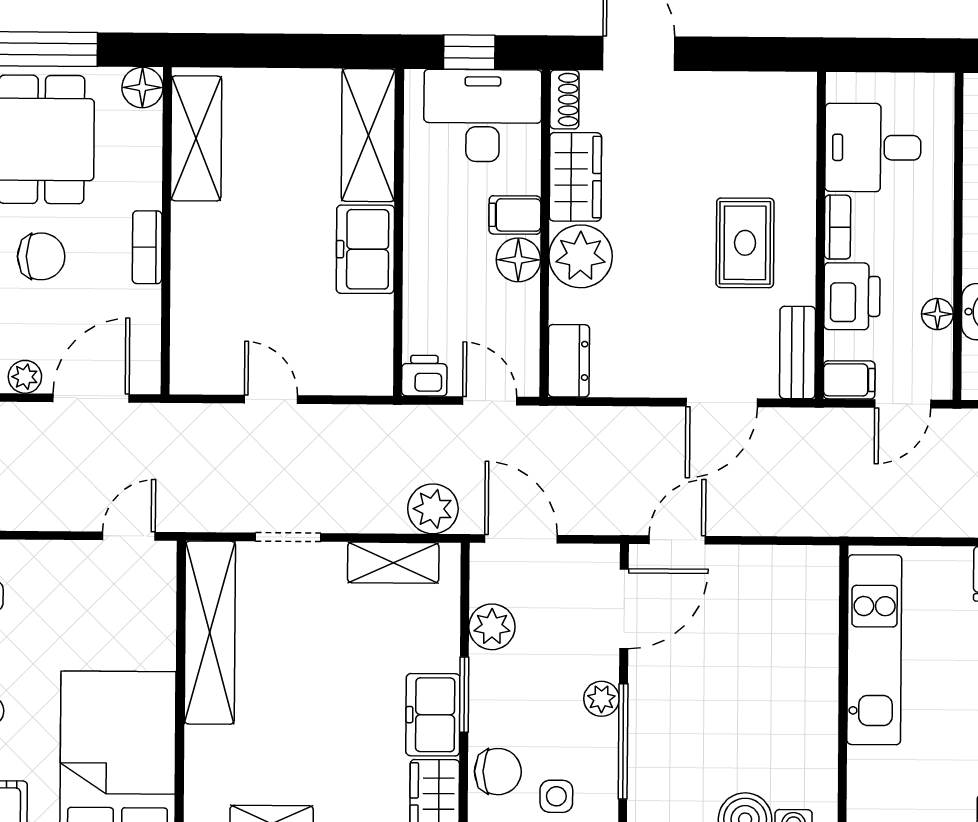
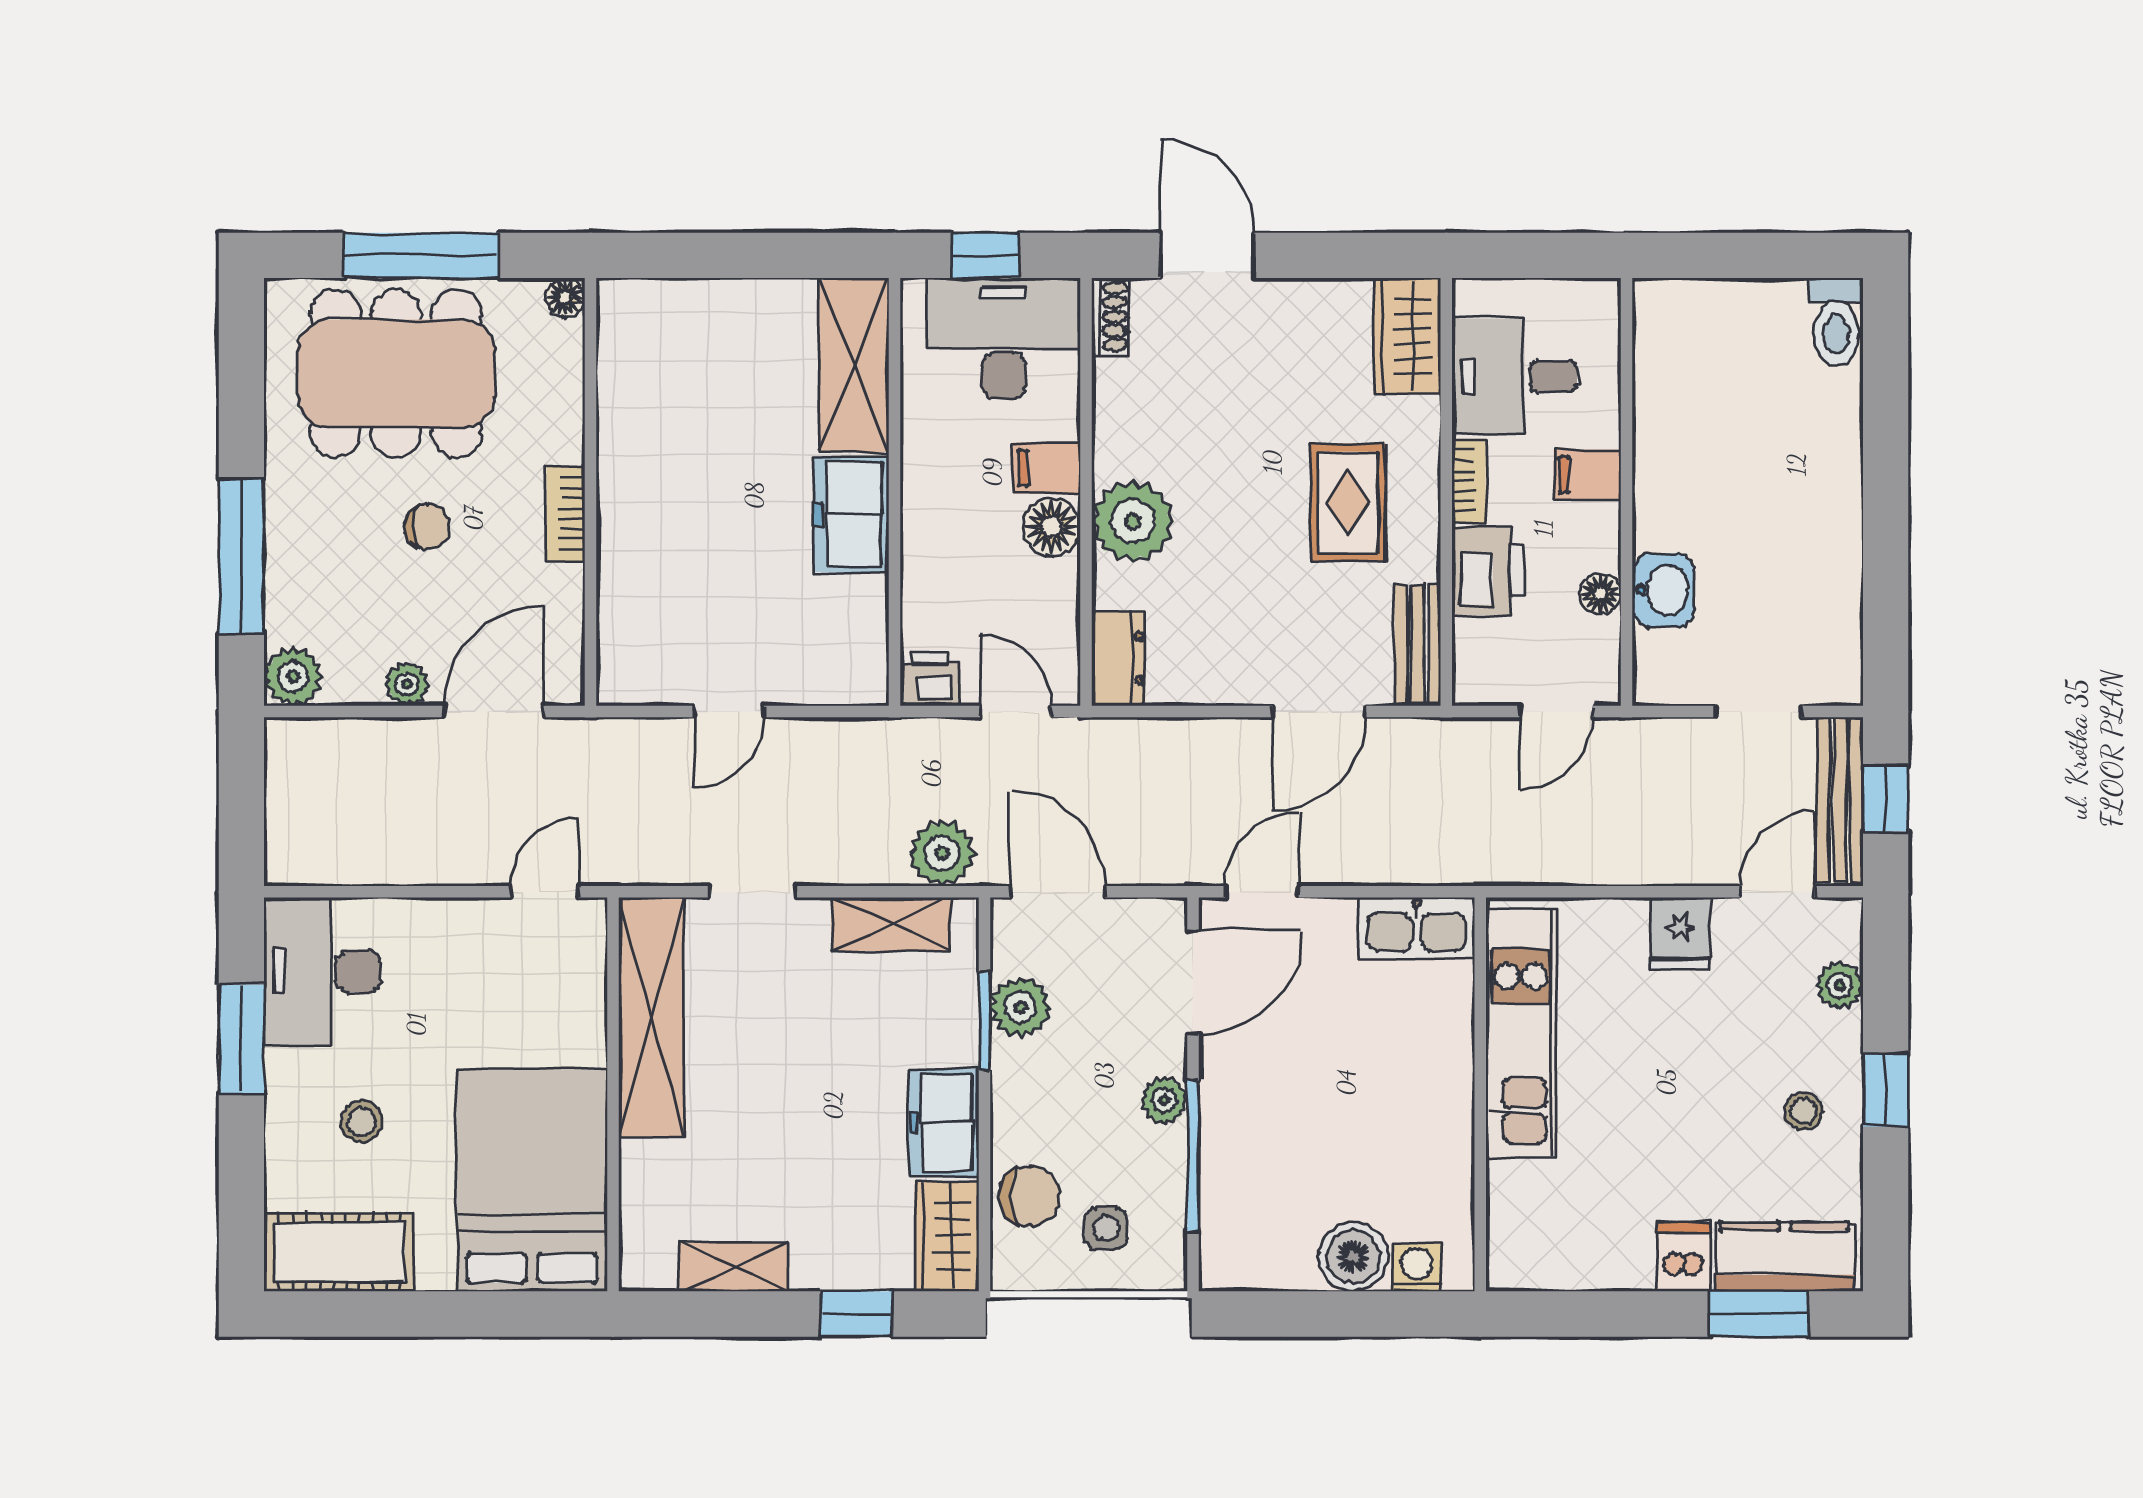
floor lamp: (142, 87) -> (565, 297), width x0.73, depth x0.73
shelving: (196, 138) -> (629, 371), removed
wardrobe: (575, 177) -> (1407, 336), moved, turned 180
chair: (41, 256) -> (427, 527), width x0.73, depth x0.73
filing cabinet: (849, 380) -> (1587, 475), moved, turned 180
door: (271, 399) -> (729, 711), swing flipped
kitchen sink: (795, 568) -> (1417, 928), added
window: (464, 695) -> (985, 1021), moved

